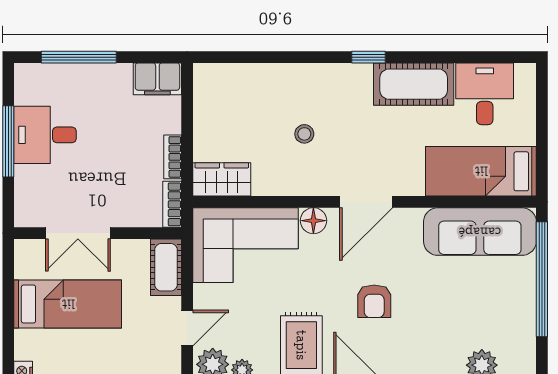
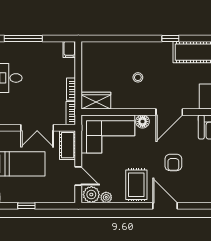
filing cabinet: (157, 79) -> (69, 49), width x0.50
double door: (78, 233) -> (37, 128), moved
door: (187, 328) -> (78, 176), hinge flipped

